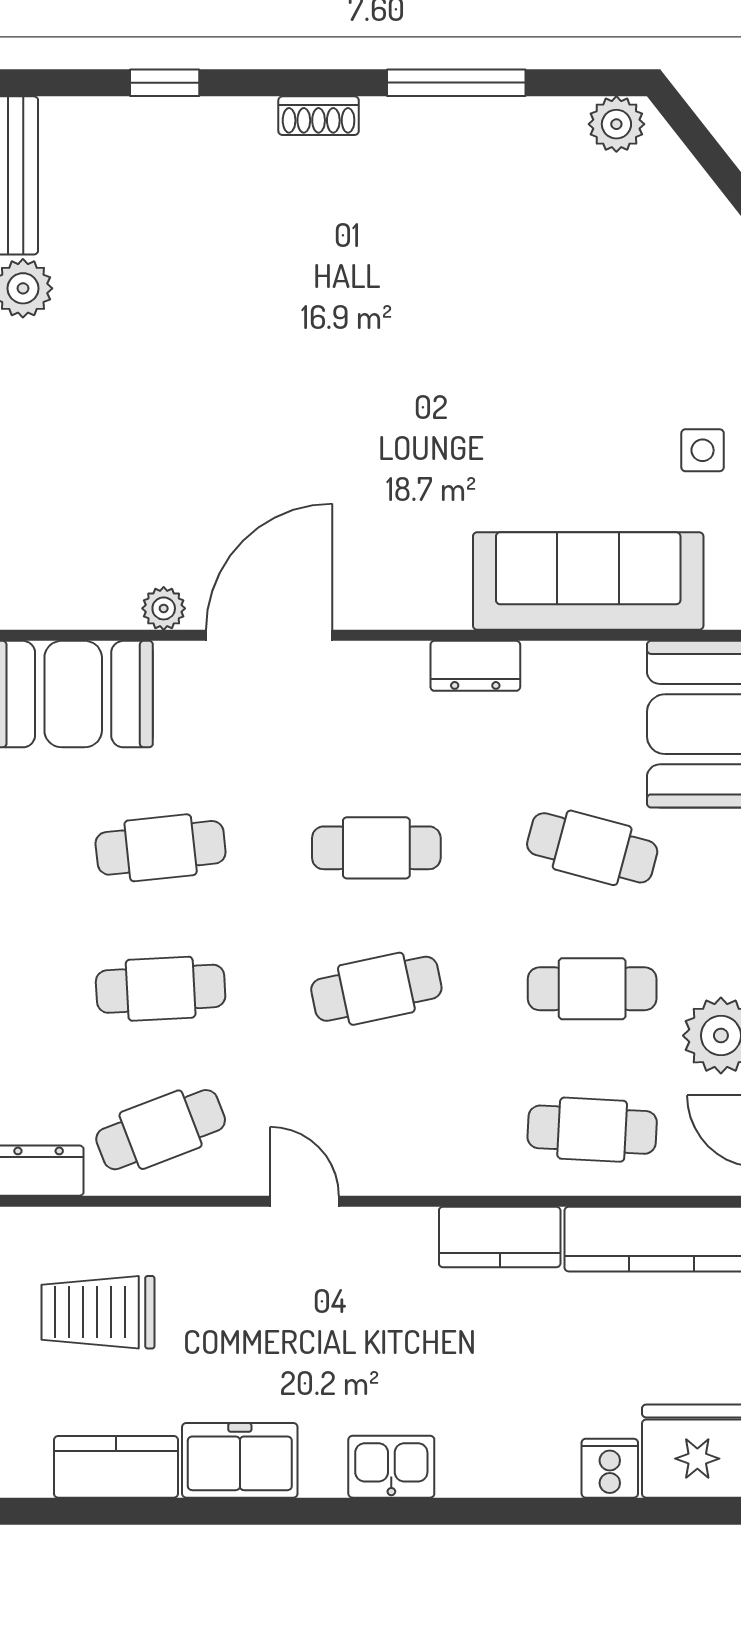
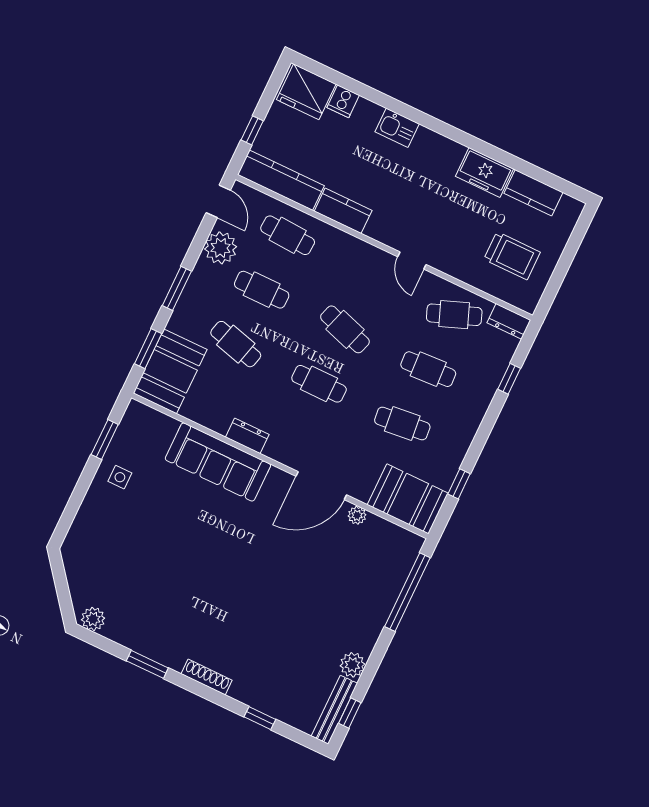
window: (456, 83) -> (147, 664), width x0.69
shoe rack: (319, 116) -> (207, 677), width x1.43
sofa: (588, 581) -> (218, 462), moved
cafe table: (376, 989) -> (345, 329), turned 30
kitchen sink: (391, 1467) -> (397, 128), moved

